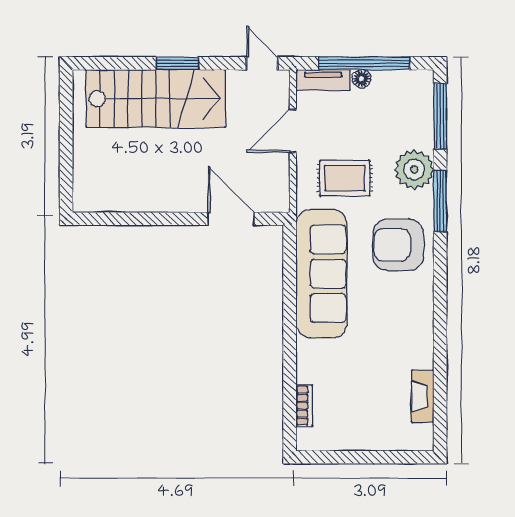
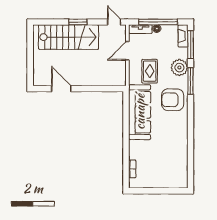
rug: (345, 178) -> (150, 71), turned 90
door: (231, 219) -> (61, 89), moved
fireplace: (423, 396) -> (183, 36), moved

